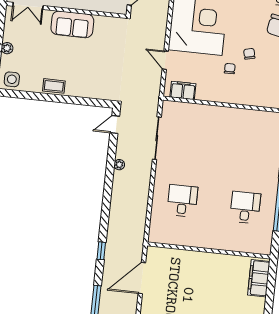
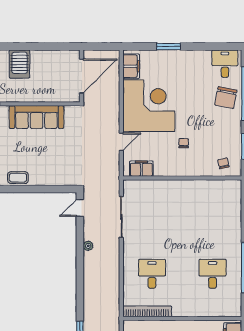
sofa: (72, 24) -> (37, 117), width x1.36
chair: (249, 54) -> (223, 163), moved
door: (165, 60) -> (121, 142), swing flipped
bookcase: (173, 239) -> (147, 311), added

